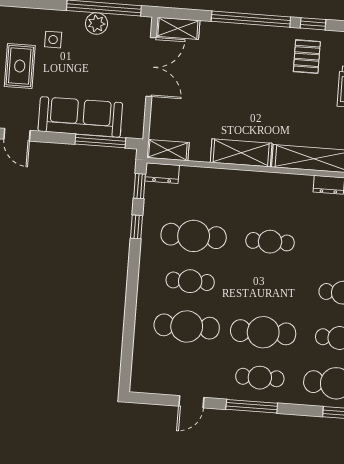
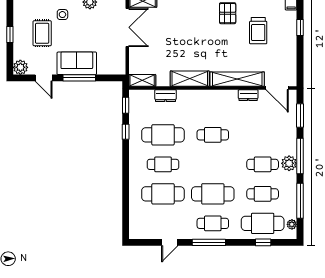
sofa: (80, 117) -> (77, 63), width x0.73
window: (100, 141) -> (79, 78), moved
dresser: (162, 173) -> (165, 96), moved

